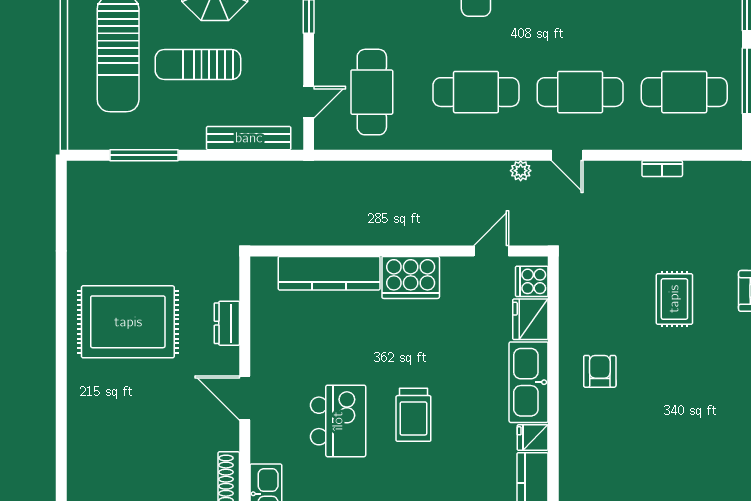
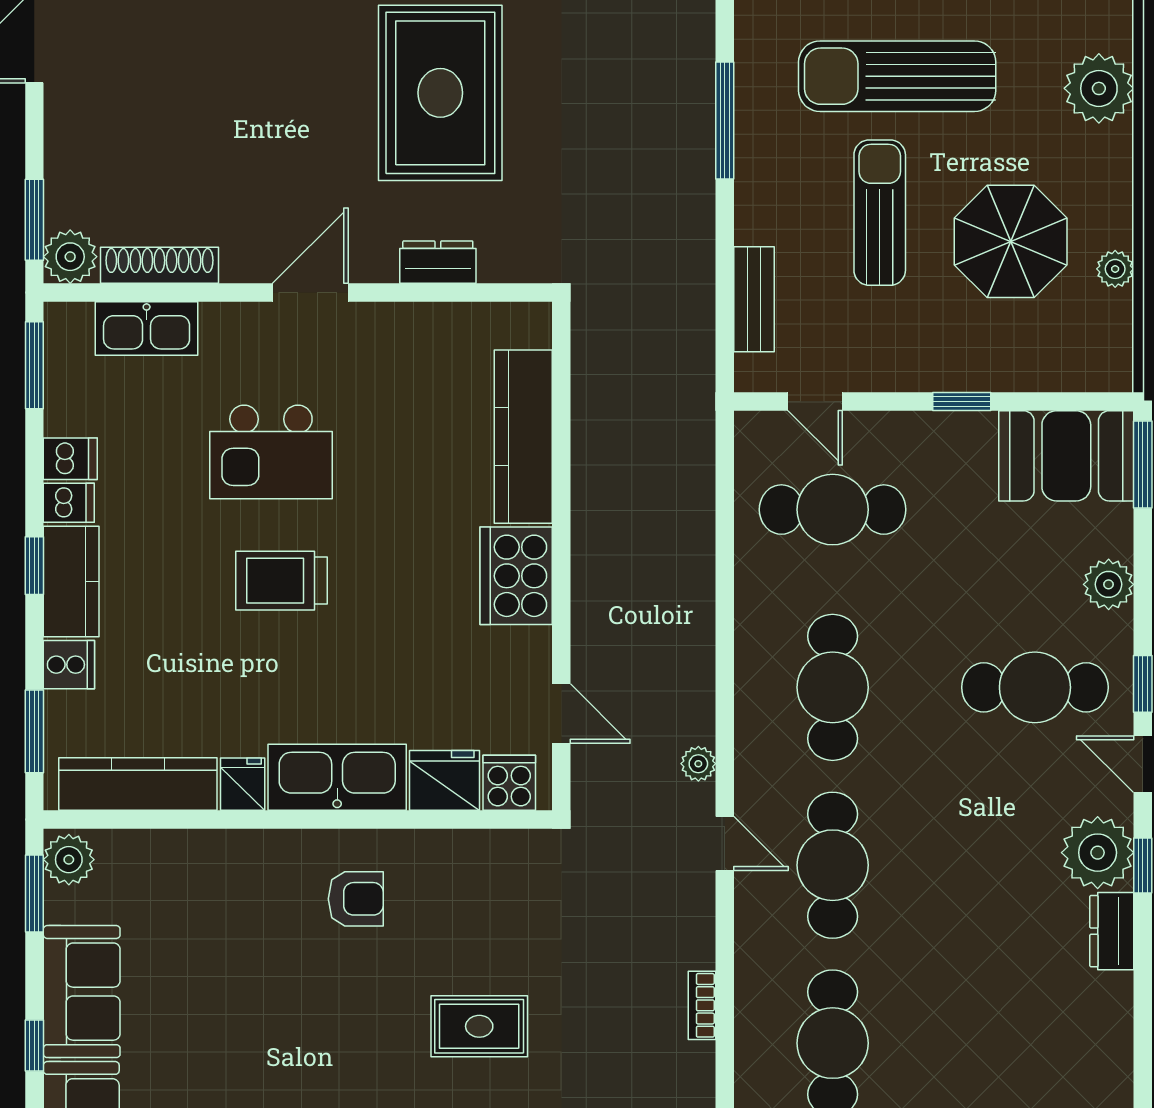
bench: (249, 138) -> (754, 299), width x0.73
door: (567, 155) -> (725, 843), swing flipped

